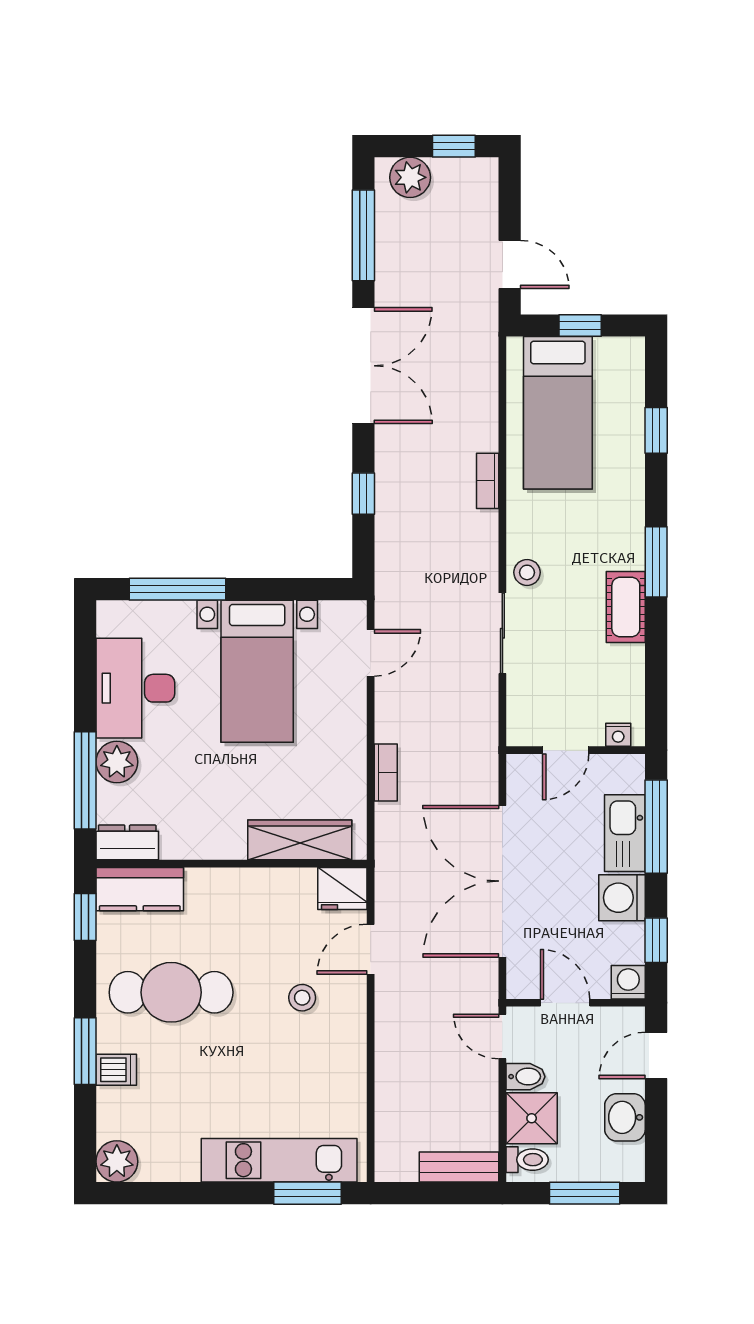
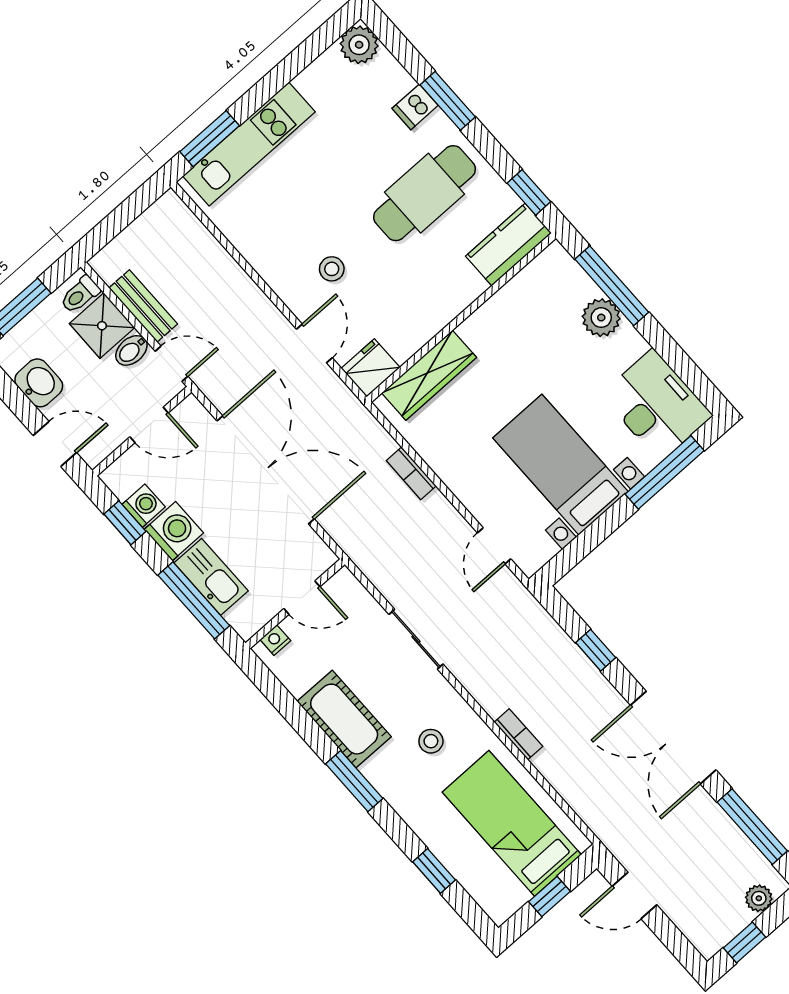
plant: (410, 177) -> (759, 898), width x0.73, depth x0.73
stool: (527, 572) -> (431, 741), moved
cot: (626, 607) -> (344, 719), width x1.37, depth x1.34
desk: (135, 688) -> (656, 405), moved
door: (566, 750) -> (302, 598), swing flipped
dresser: (127, 842) -> (545, 269), removed
washing machine: (628, 982) -> (144, 506), moved, turned -90
door: (656, 1056) -> (55, 444), hinge flipped
bench: (459, 1167) -> (143, 306), moved, turned 90

